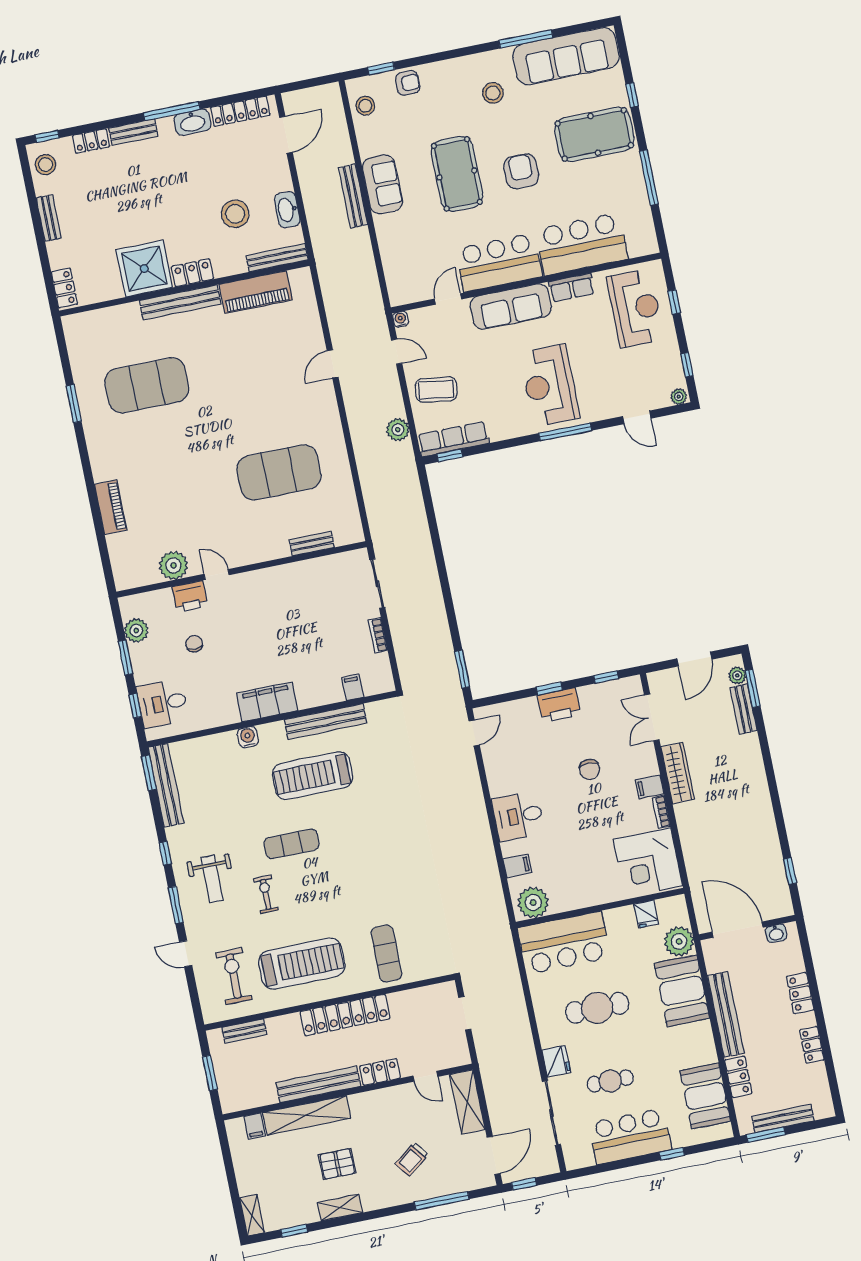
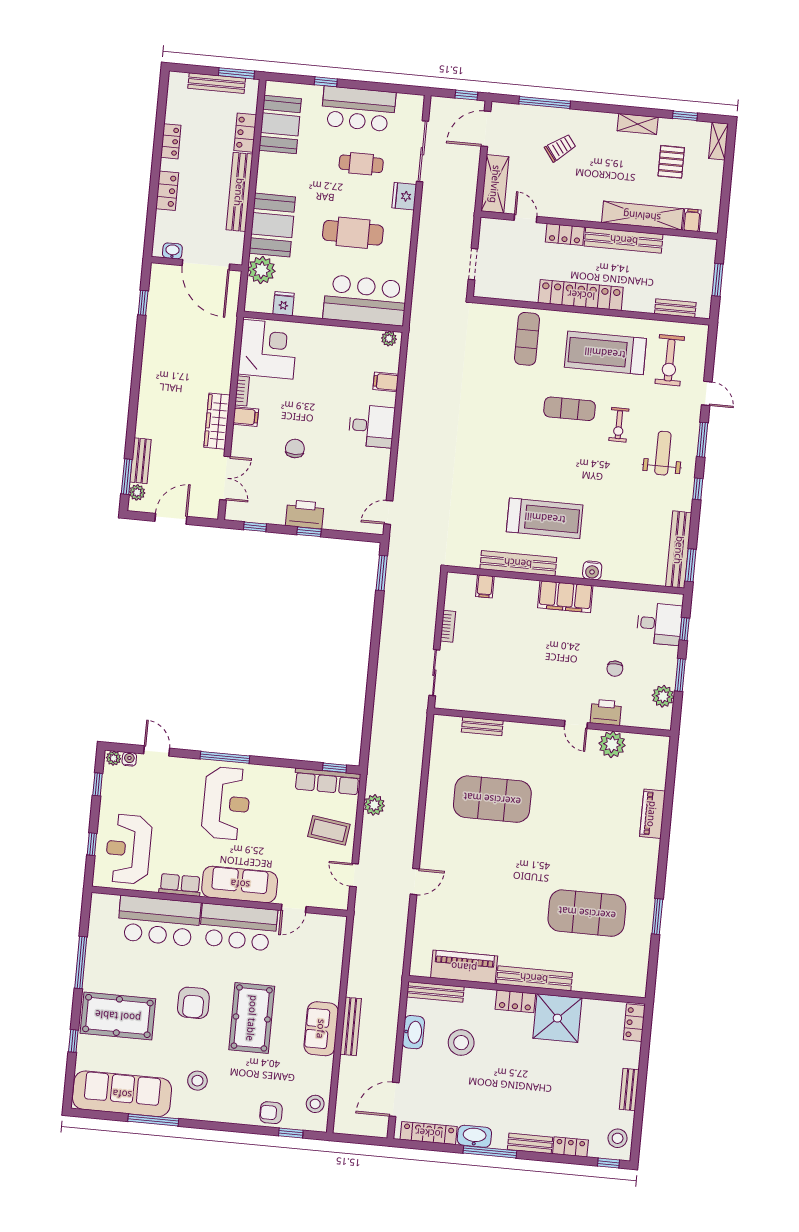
water cooler: (401, 319) -> (129, 759), moved, turned 180
exercise mat: (292, 844) -> (570, 409), moved
plant: (533, 903) -> (389, 339), width x0.53, depth x0.53
pallet: (337, 1164) -> (671, 162), moved, turned 90

